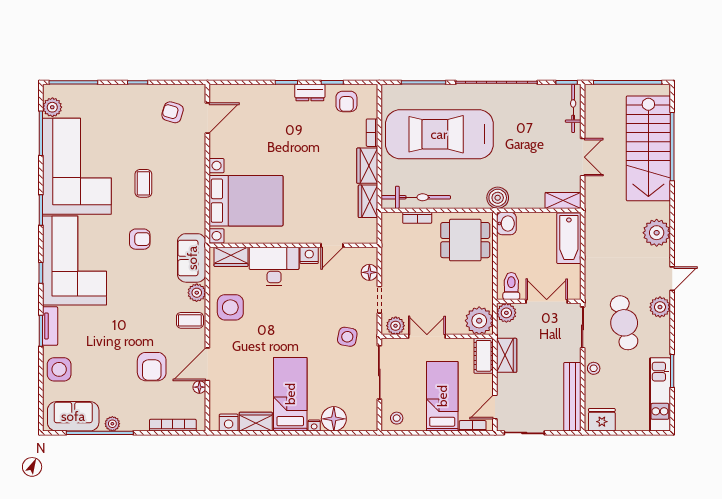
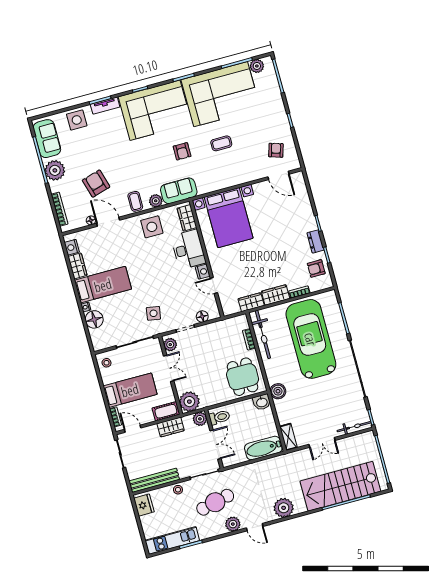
armchair: (152, 367) -> (96, 184), turned 74
plant: (112, 424) -> (55, 170), width x1.87, depth x1.87

